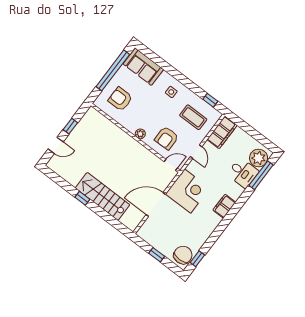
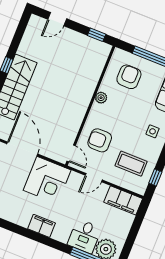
coffee table: (193, 117) -> (131, 164), turned 90
window: (70, 126) -> (97, 35), moved
plant: (140, 134) -> (101, 98), moved
door: (56, 145) -> (57, 19), hinge flipped

